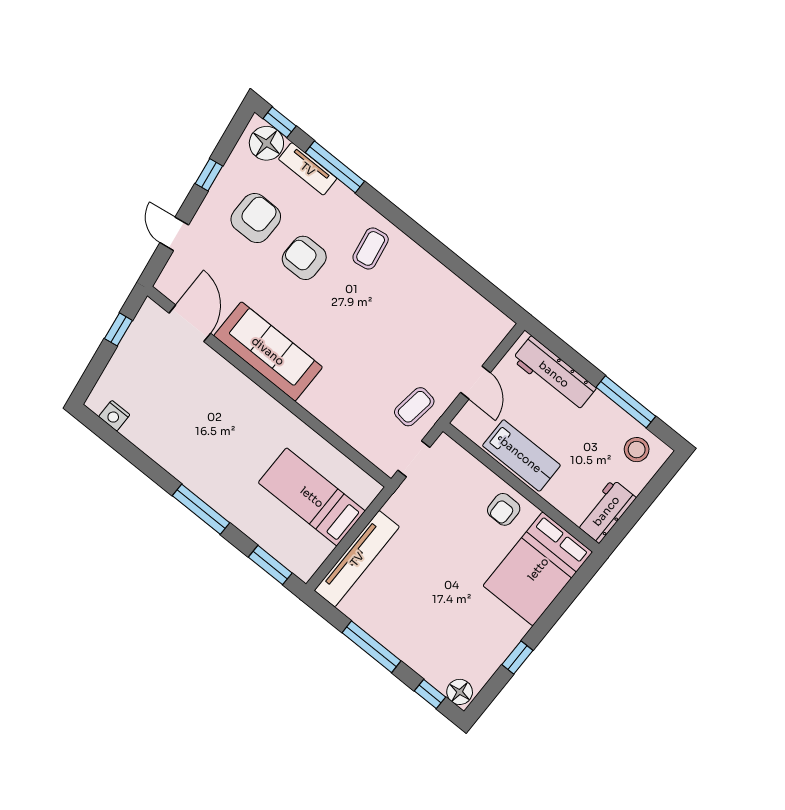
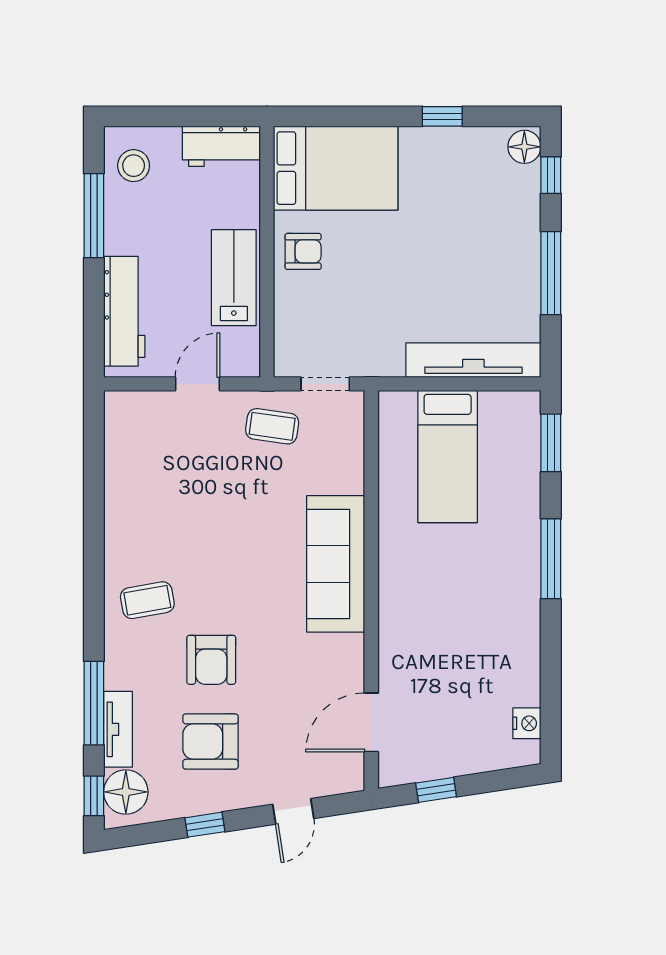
sofa: (268, 351) -> (336, 564), moved

